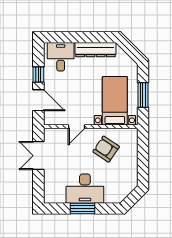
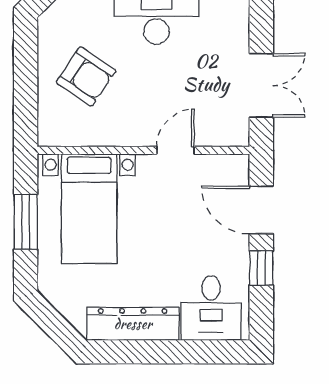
armchair: (106, 149) -> (86, 76), moved

